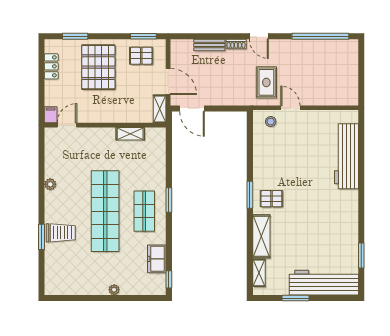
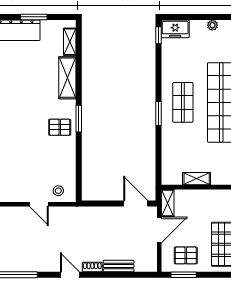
door: (168, 81) -> (159, 230), swing flipped
rug: (266, 82) -> (63, 229), removed
pallet: (271, 199) -> (60, 127), moved
freezer: (157, 259) -> (175, 29), moved, turned 90

